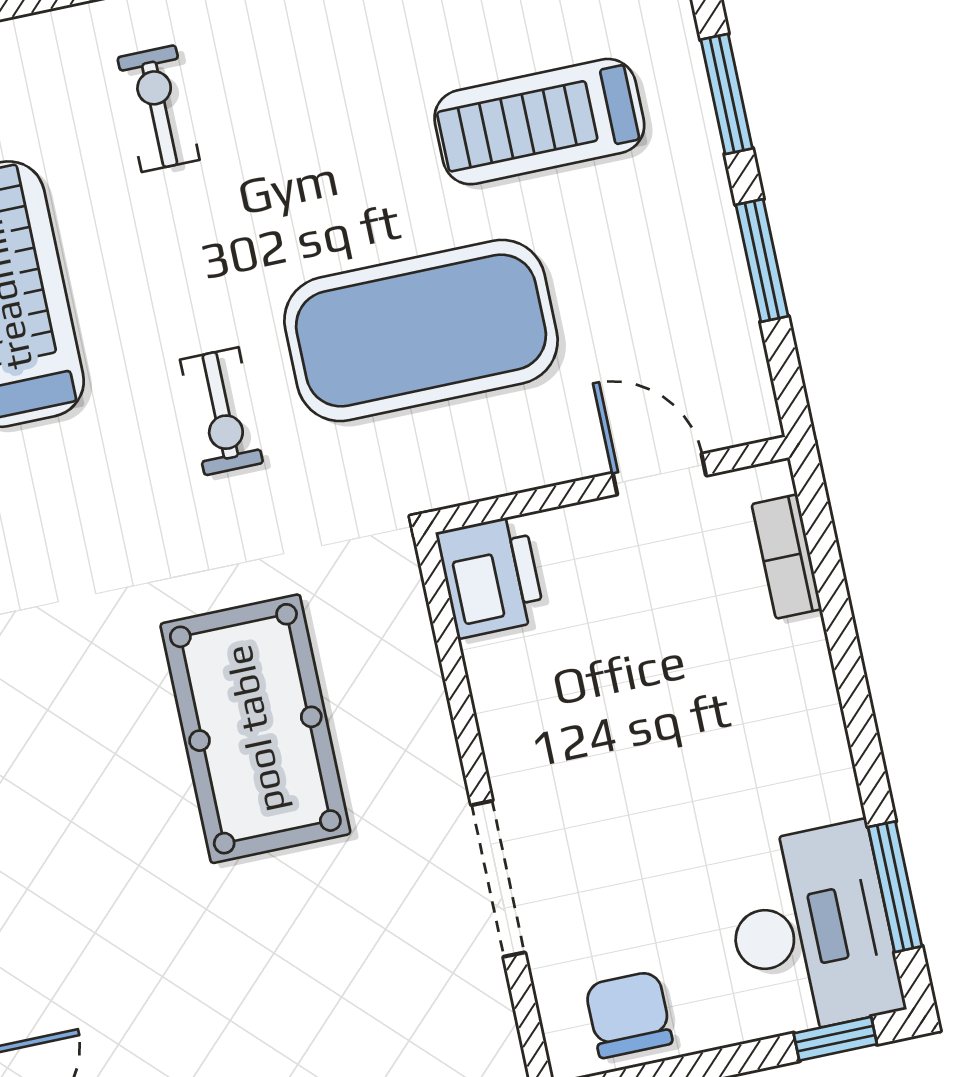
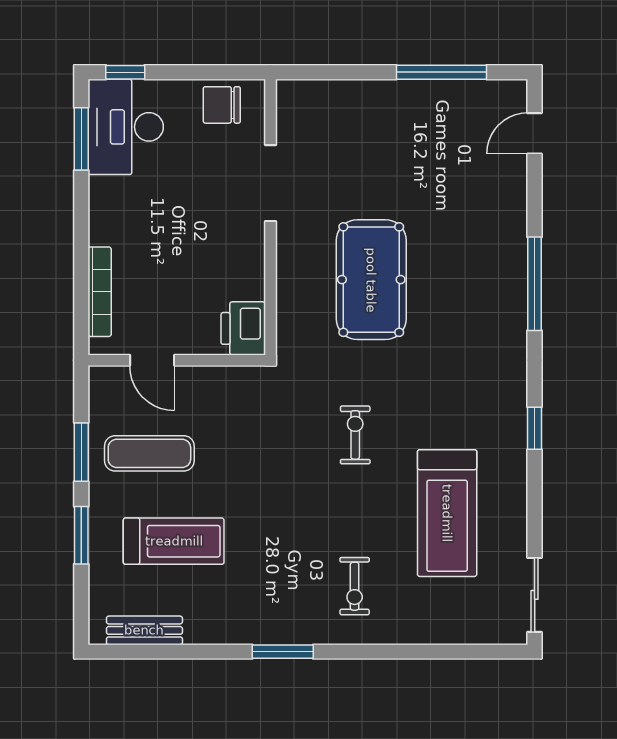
exercise mat: (421, 331) -> (149, 453), moved, width x0.50, depth x0.69
bookcase: (787, 557) -> (100, 292), width x1.56
chair: (629, 1014) -> (222, 105), turned 90

